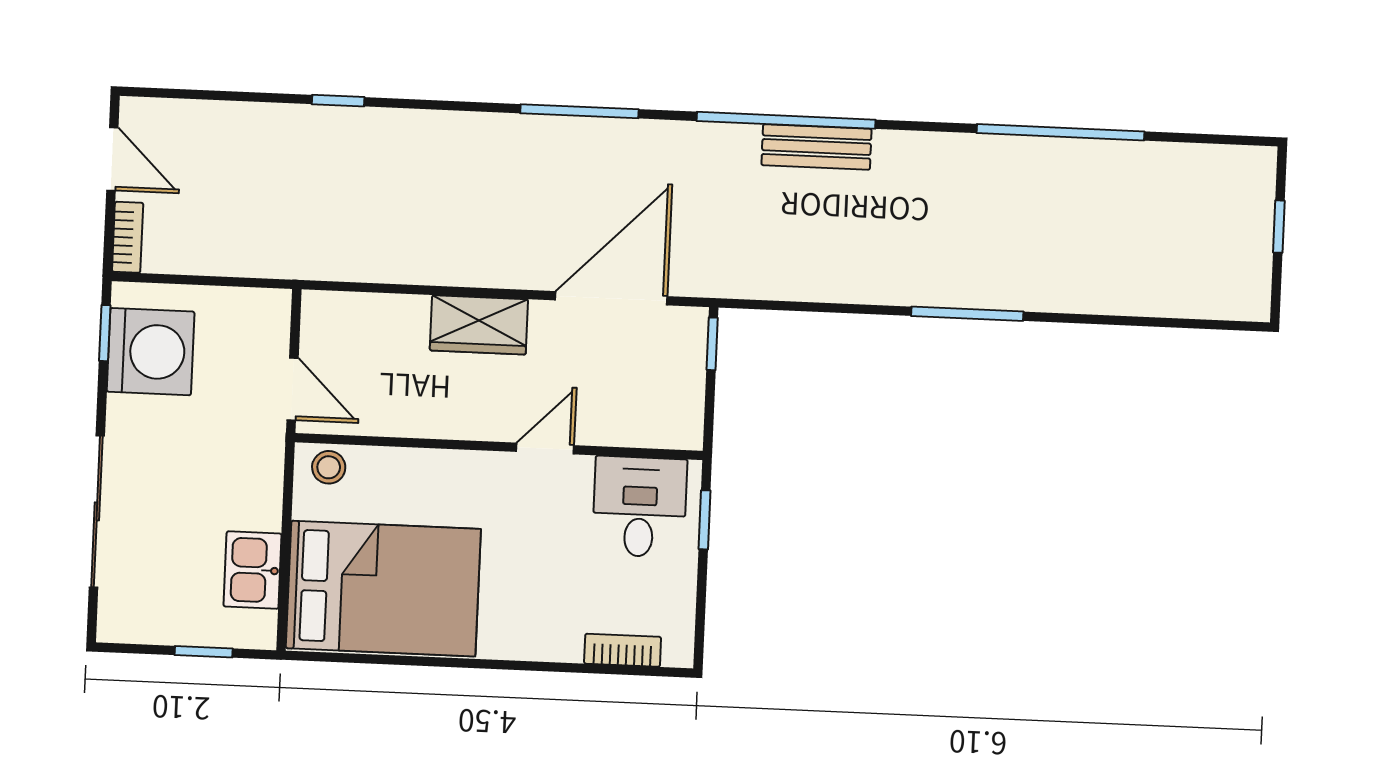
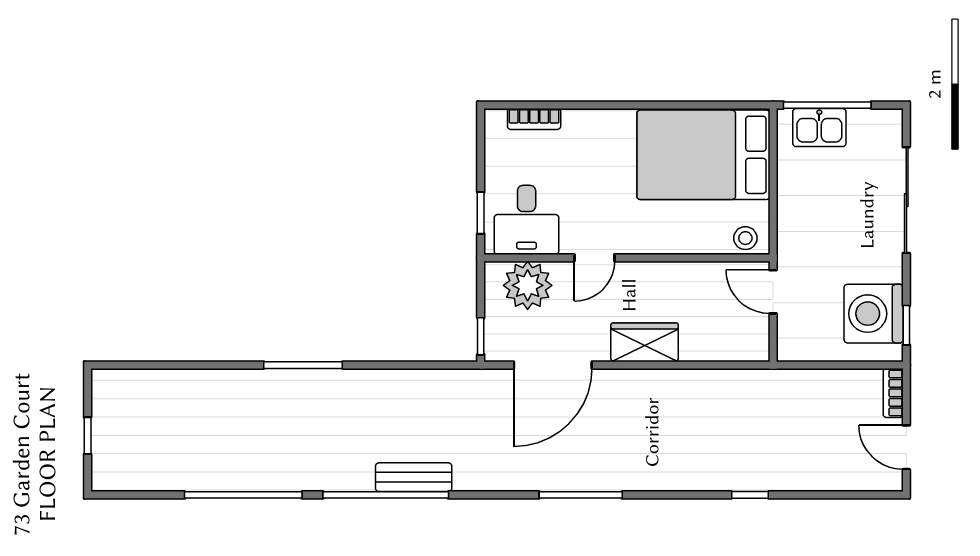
window: (786, 120) -> (386, 495), moved
plant: (642, 413) -> (528, 285), added
kitchen sink: (253, 570) -> (819, 128), moved, turned 90
window: (204, 652) -> (827, 105), width x2.17

